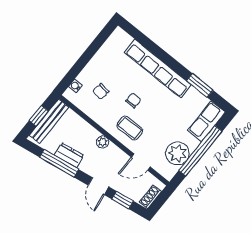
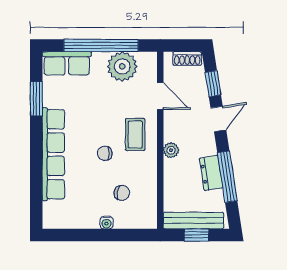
water cooler: (75, 86) -> (107, 223), moved

